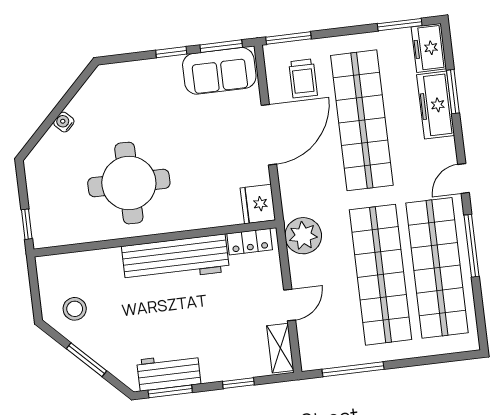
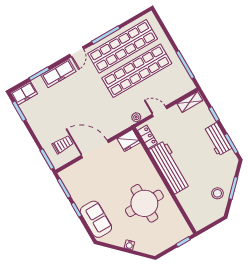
sofa: (219, 71) -> (96, 219), moved
freezer: (436, 105) -> (58, 73), moved
shop shelf: (362, 120) -> (70, 110), removed
door: (463, 178) -> (77, 52), hinge flipped
plant: (303, 236) -> (136, 117), width x0.53, depth x0.53
door: (290, 305) -> (159, 111), moved
stool: (75, 309) -> (217, 193), moved
workbench: (169, 372) -> (217, 139), moved

